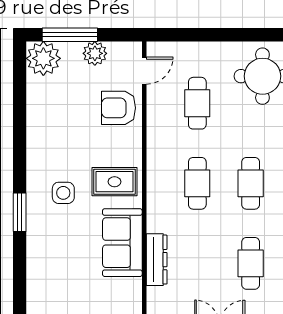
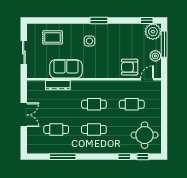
window: (20, 71) -> (147, 20), added
door: (144, 71) -> (147, 79), swing flipped
armchair: (118, 108) -> (130, 67), turned -90
rug: (115, 182) -> (53, 37), moved, turned 90
window: (20, 212) -> (99, 20), moved

